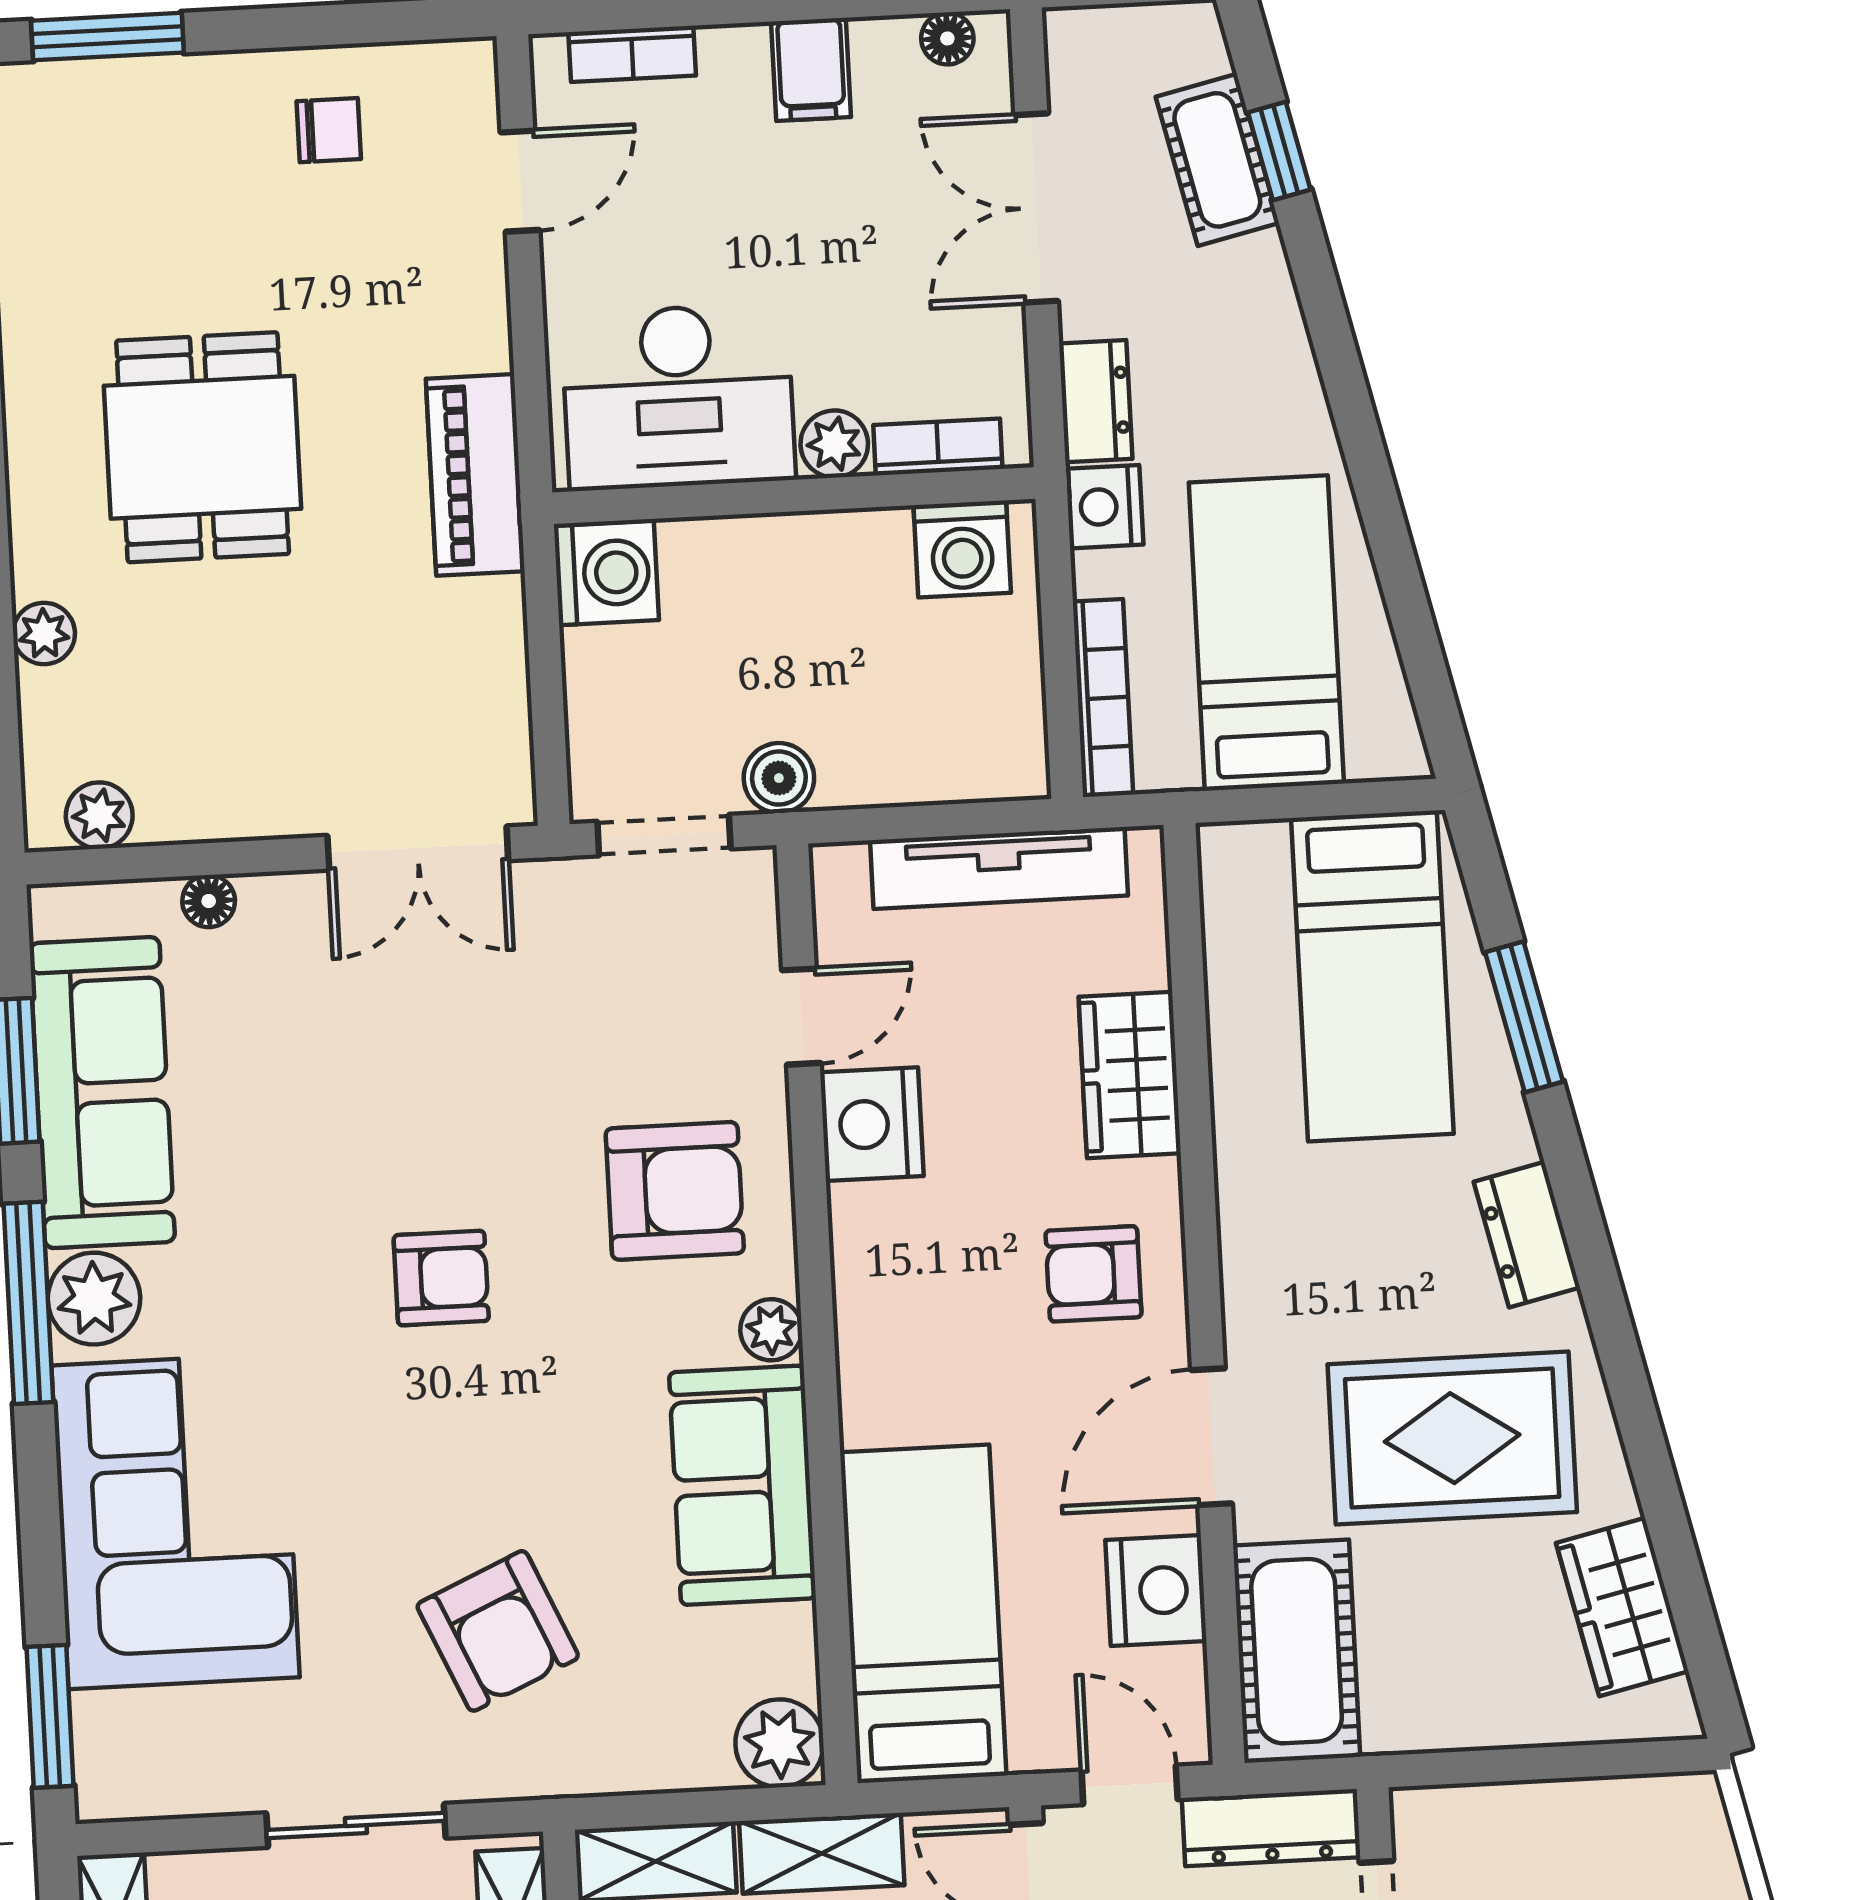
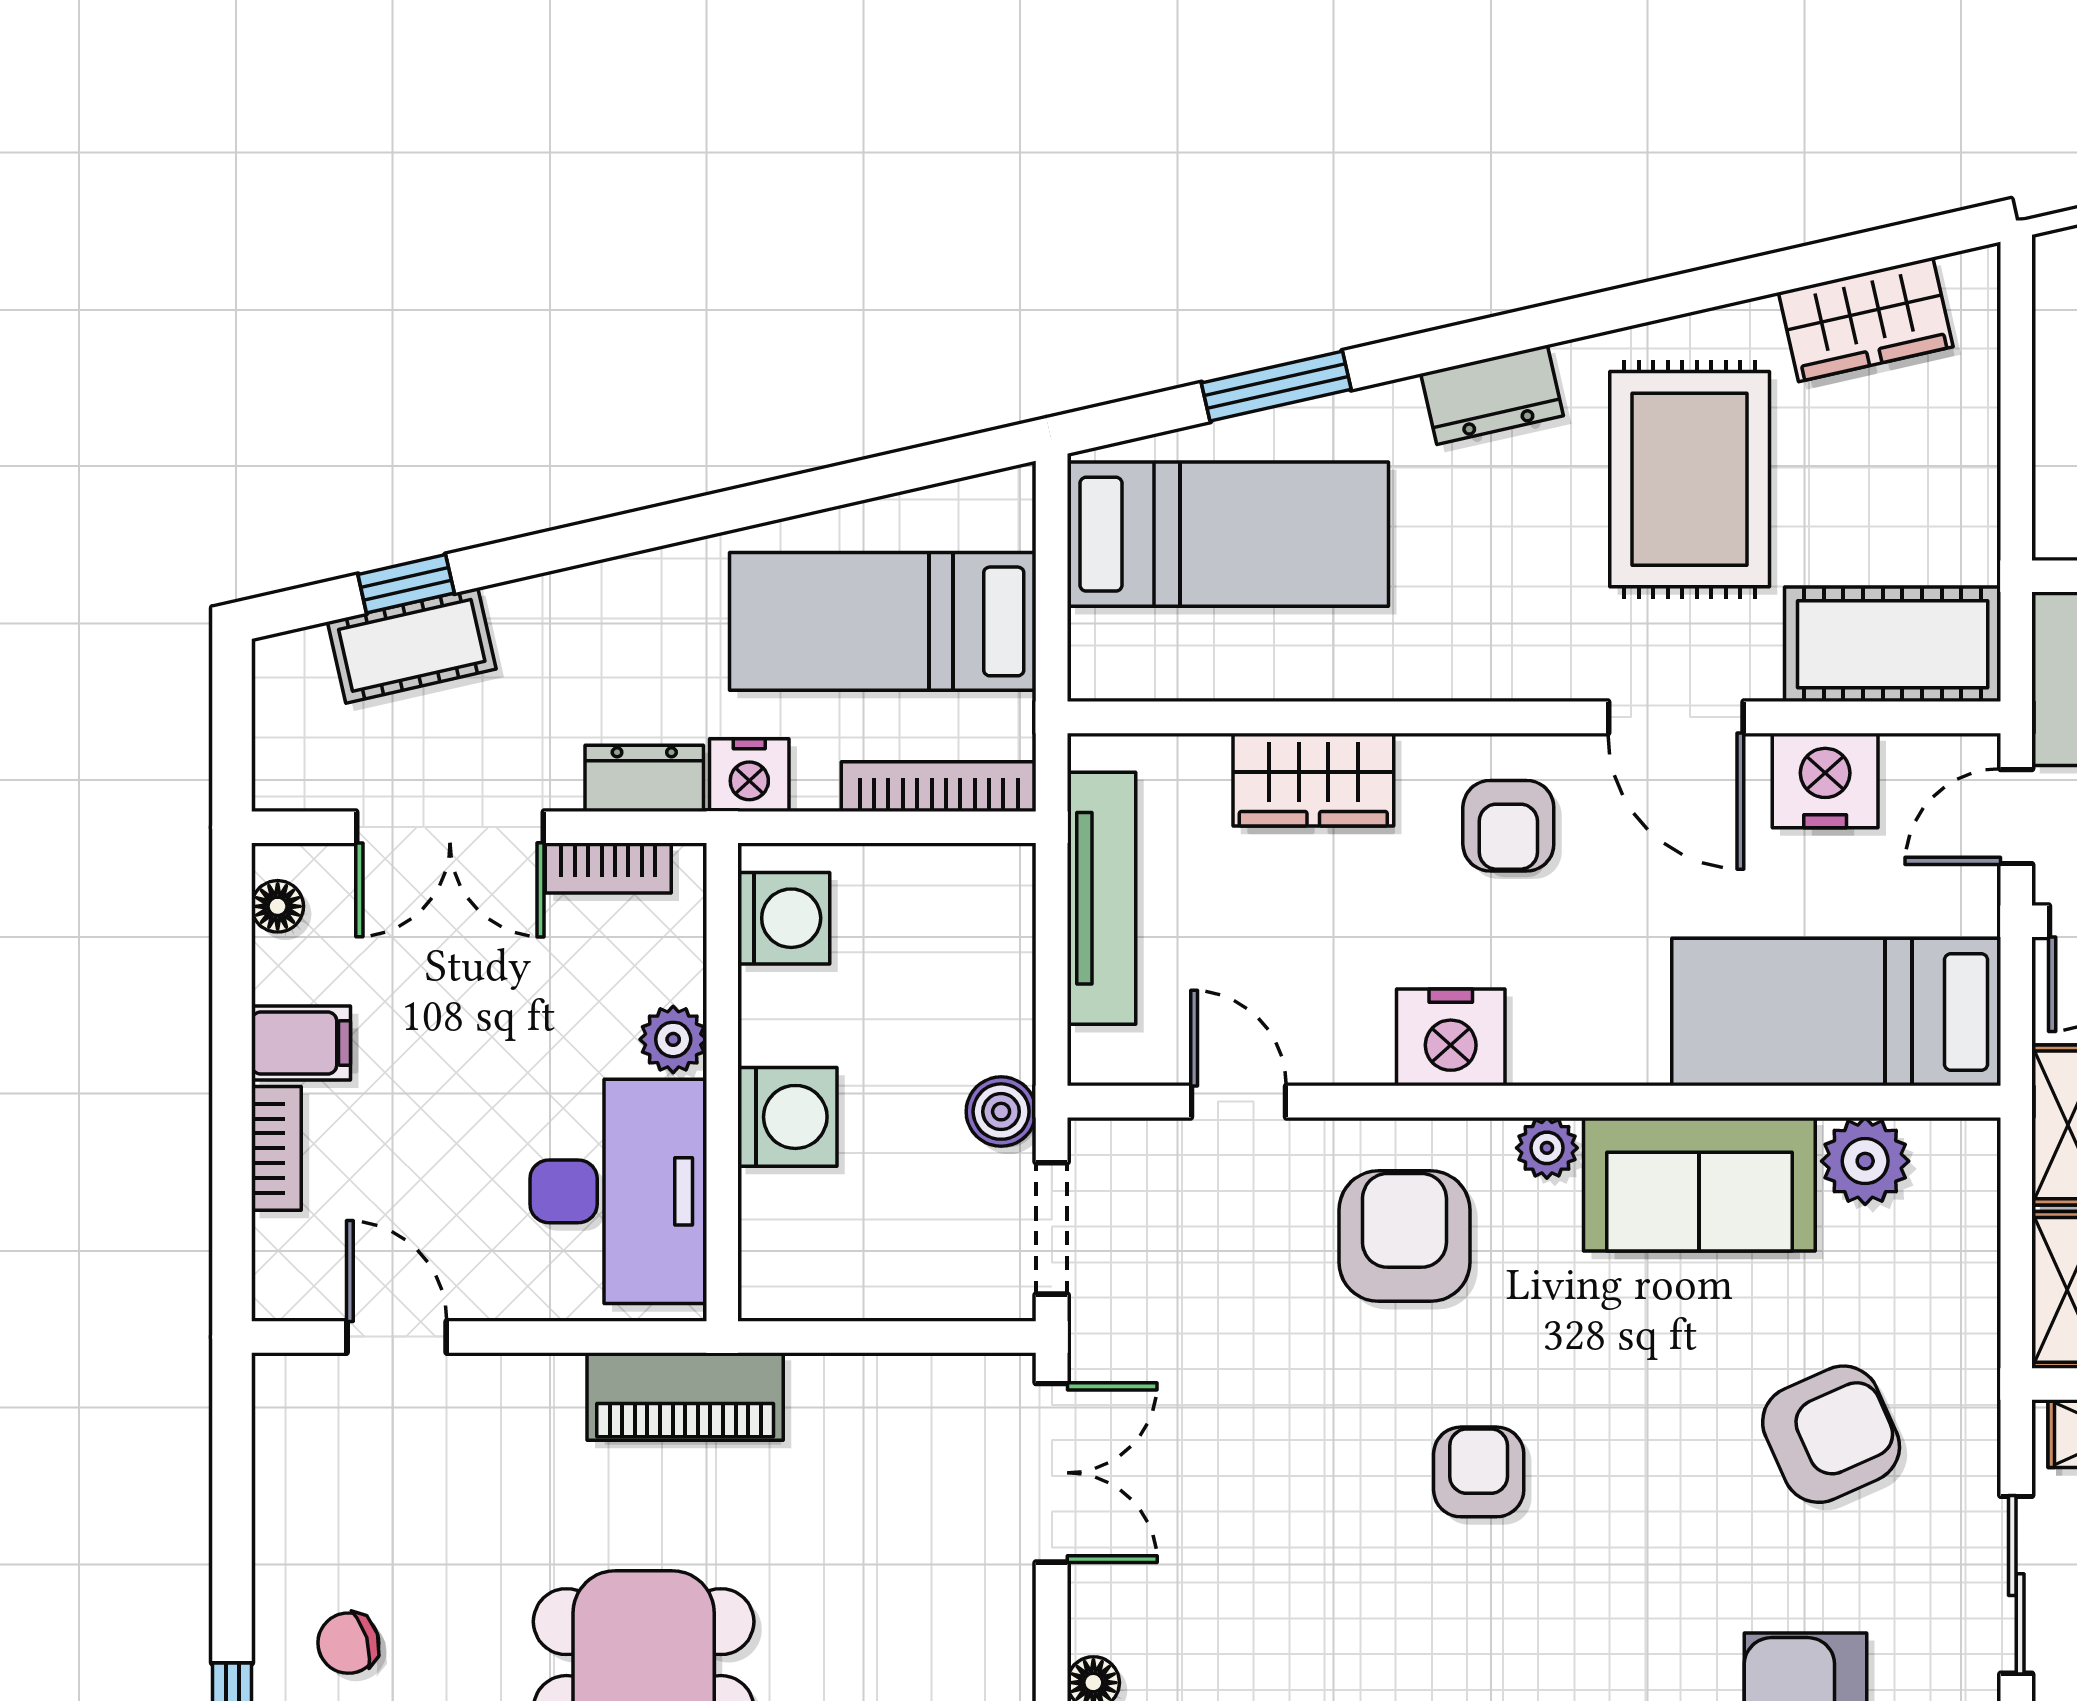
bookcase: (632, 54) -> (276, 1148), moved
chair: (329, 130) -> (348, 1643), moved, turned -107
bookcase: (938, 447) -> (608, 868), moved, turned -90
washing machine: (606, 573) -> (787, 1117), moved, turned 90
nightstand: (872, 1124) -> (1451, 1037), moved
plant: (780, 1743) -> (1865, 1161), moved

